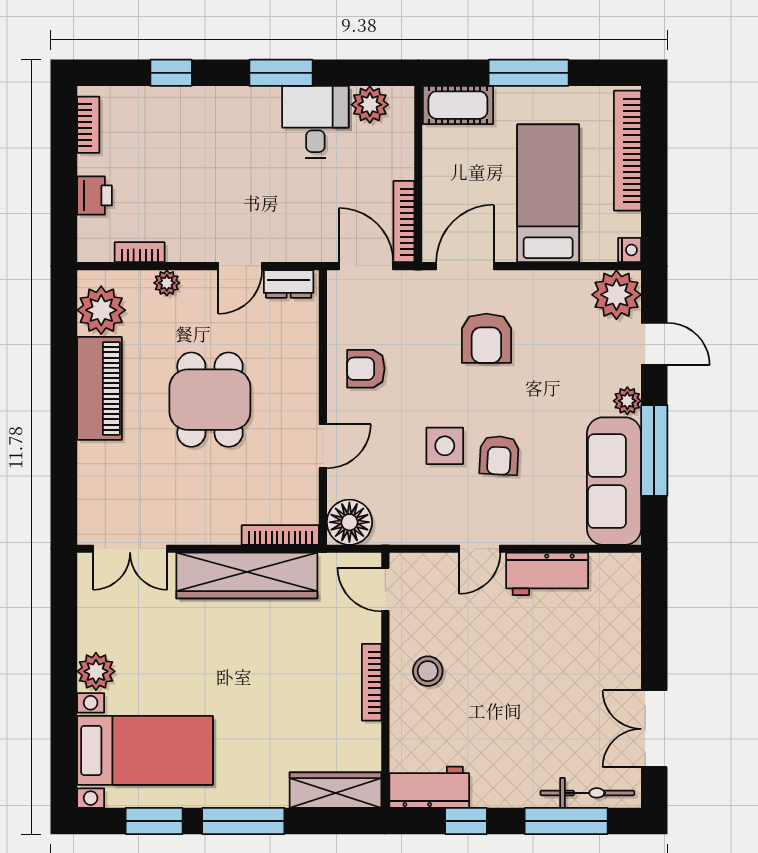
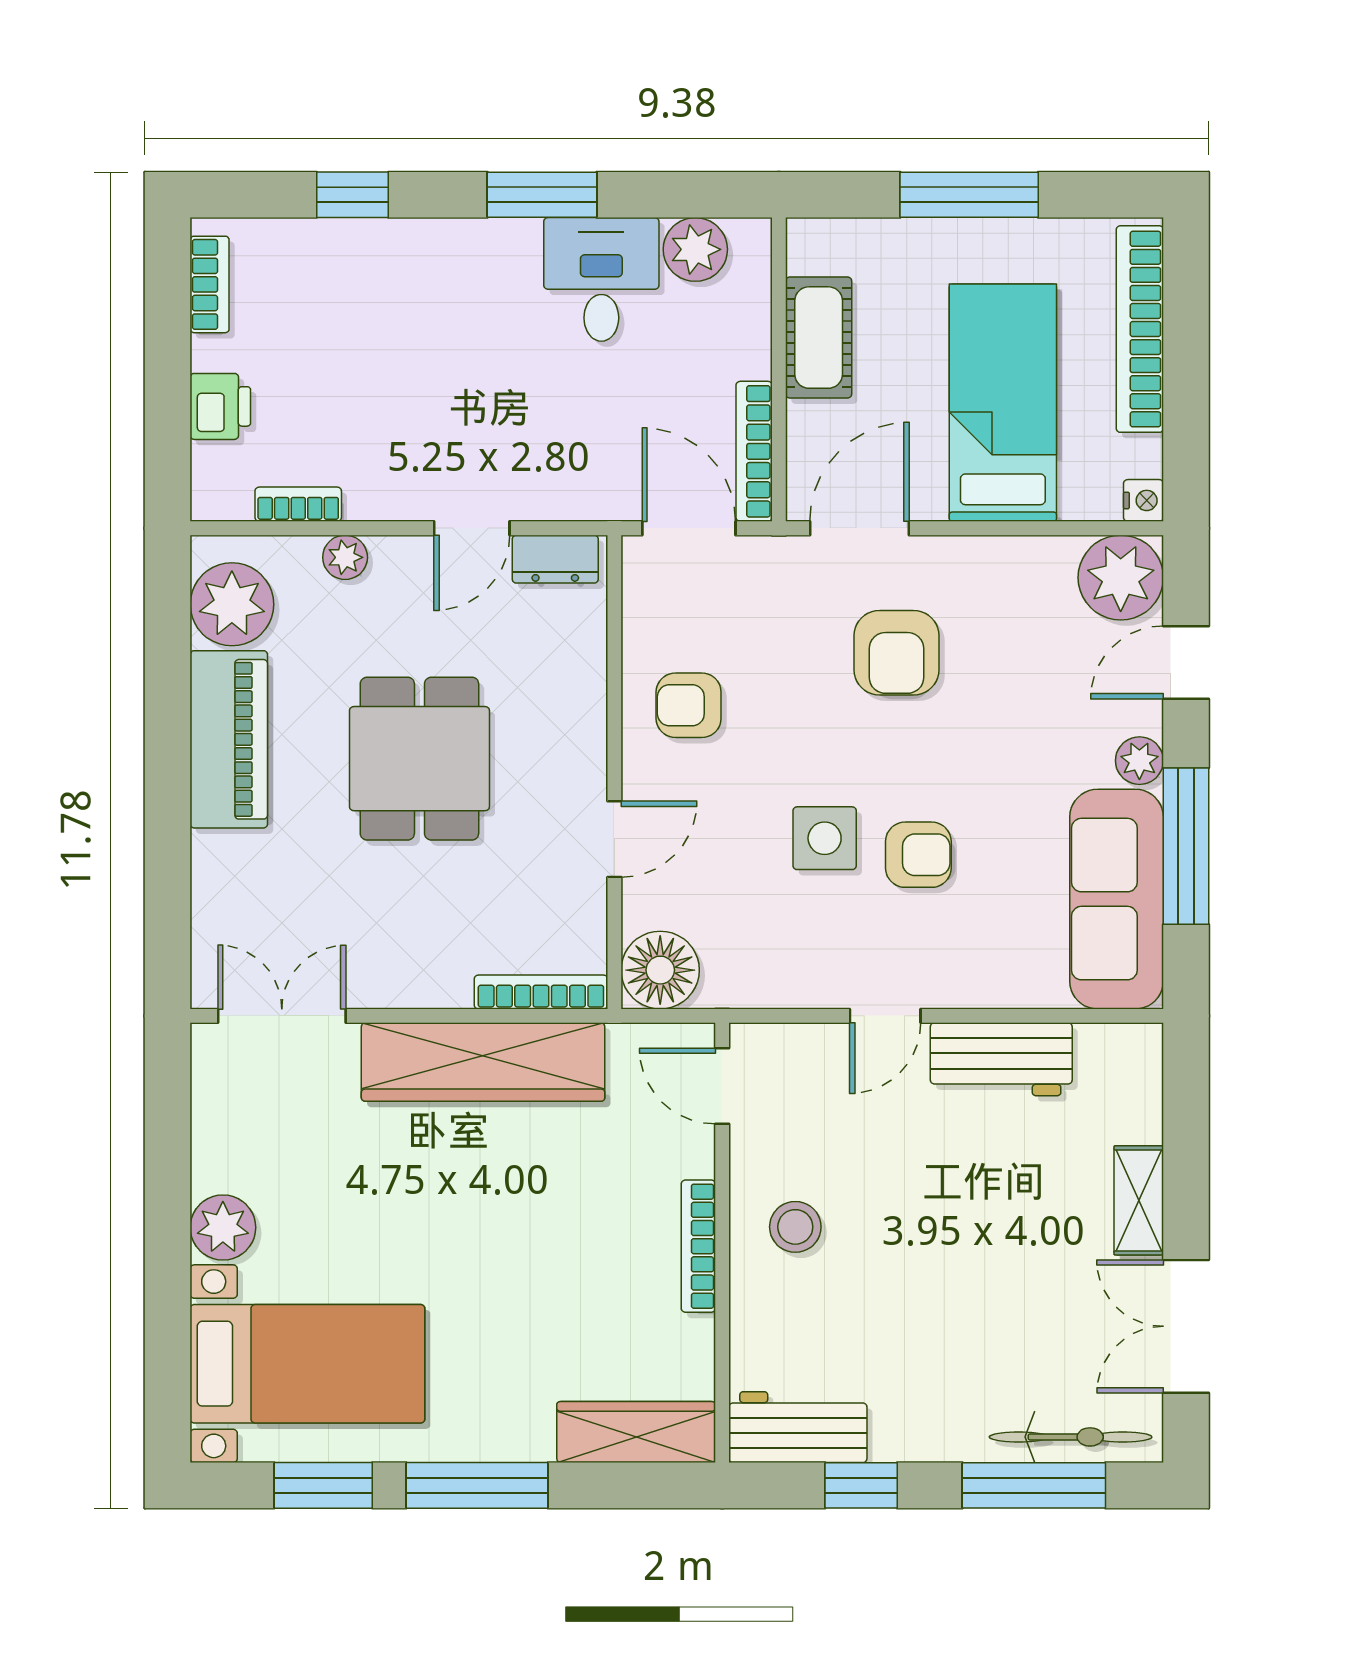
cot: (458, 105) -> (819, 338), moved, turned 90
door: (654, 344) -> (1186, 662), swing flipped
armchair: (499, 455) -> (918, 855), turned -93
double door: (130, 549) -> (282, 1016), swing flipped
shelving: (627, 656) -> (1139, 1200), added

